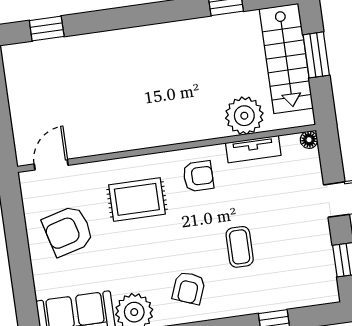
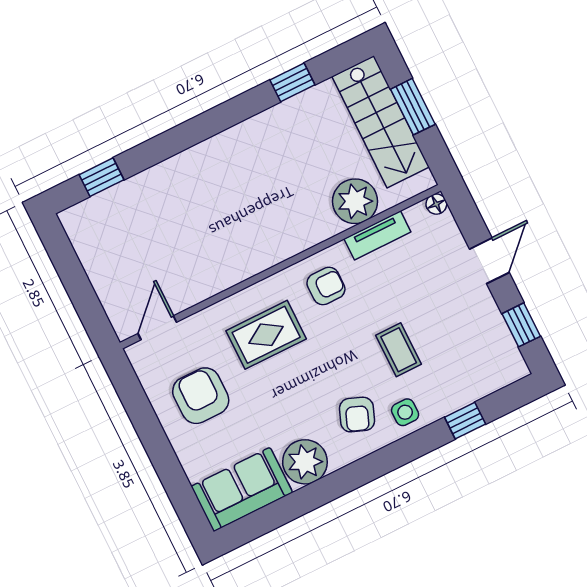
armchair: (68, 231) -> (201, 396), turned 105
side table: (228, 299) -> (405, 412), added

